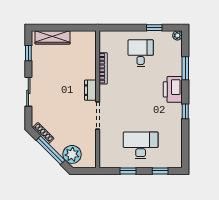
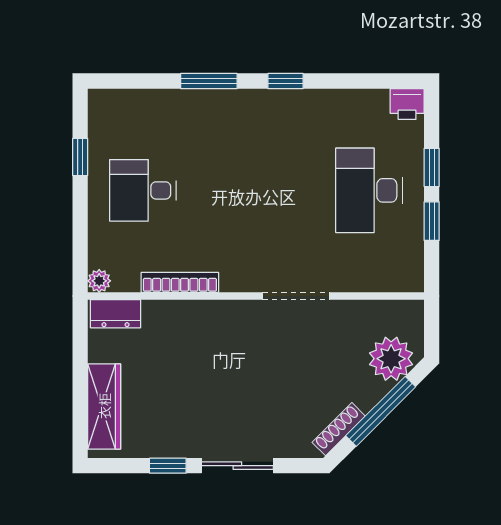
plant: (177, 35) -> (99, 281), moved
window: (28, 53) -> (168, 466), moved
window: (185, 68) -> (209, 81), moved
printer: (173, 89) -> (407, 104), moved, width x0.53, depth x0.68
dresser: (90, 90) -> (116, 314), moved
window: (160, 171) -> (432, 167), moved

